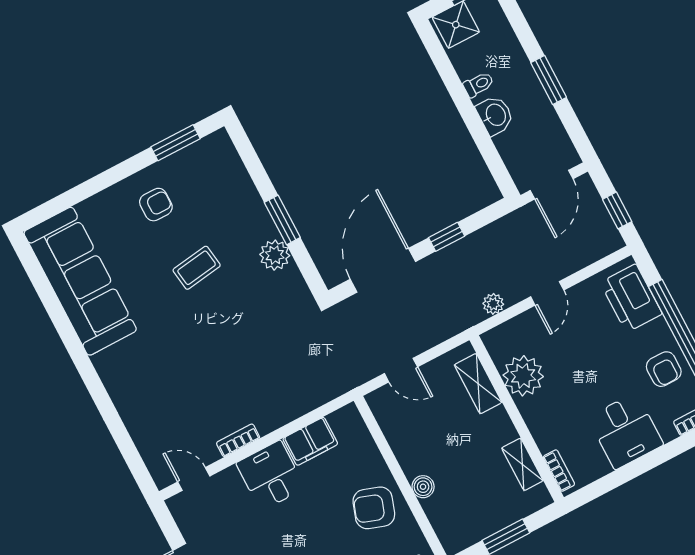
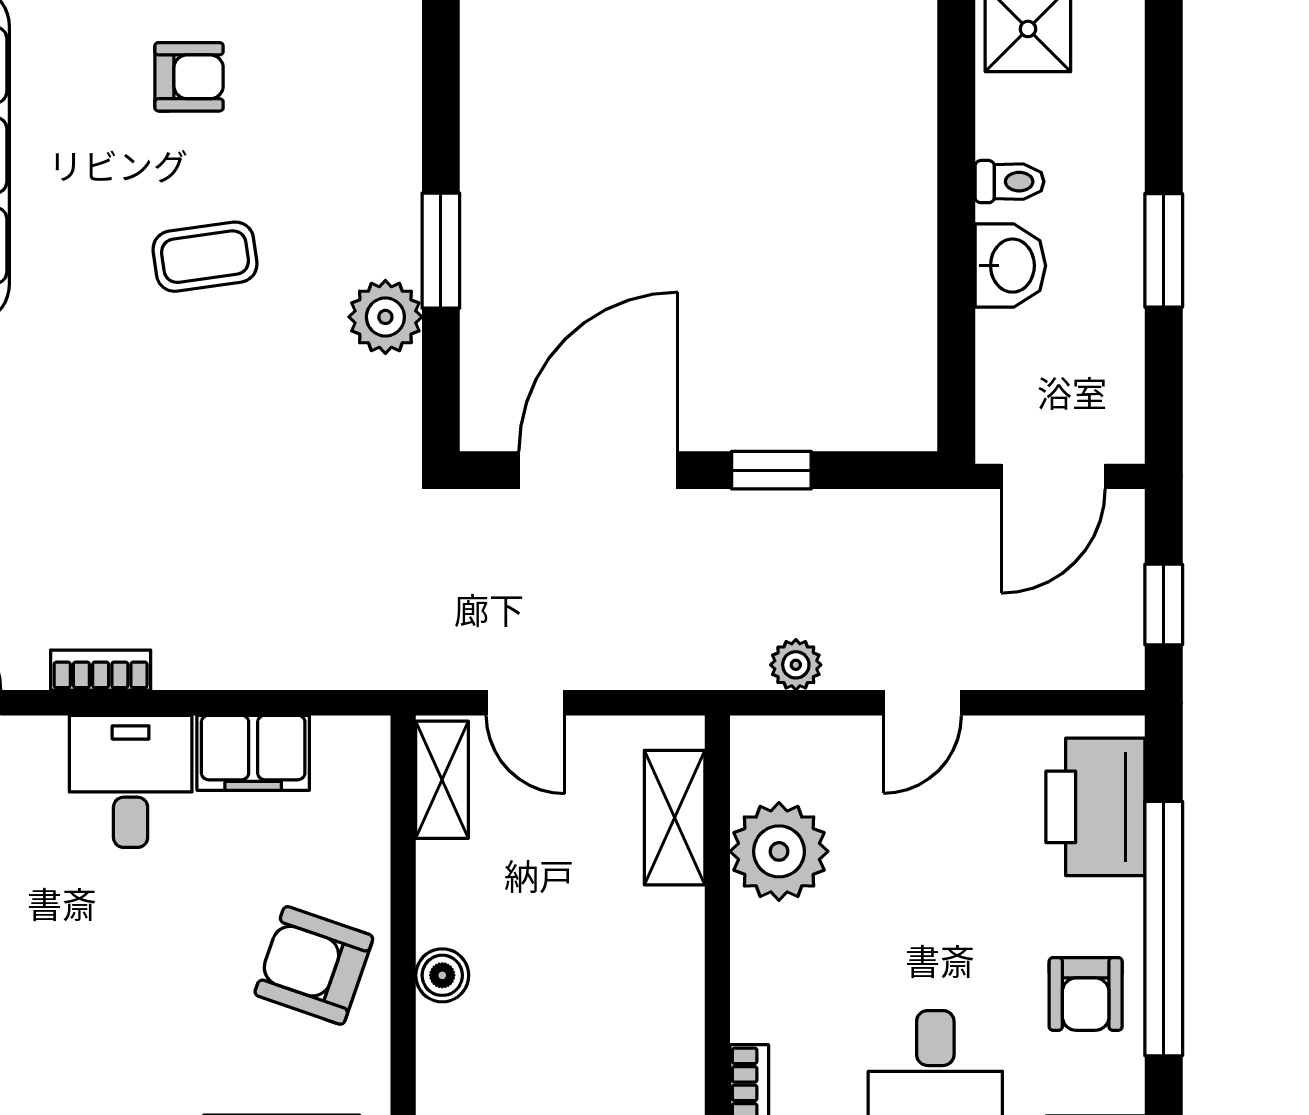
shelving: (522, 464) -> (442, 780), moved

